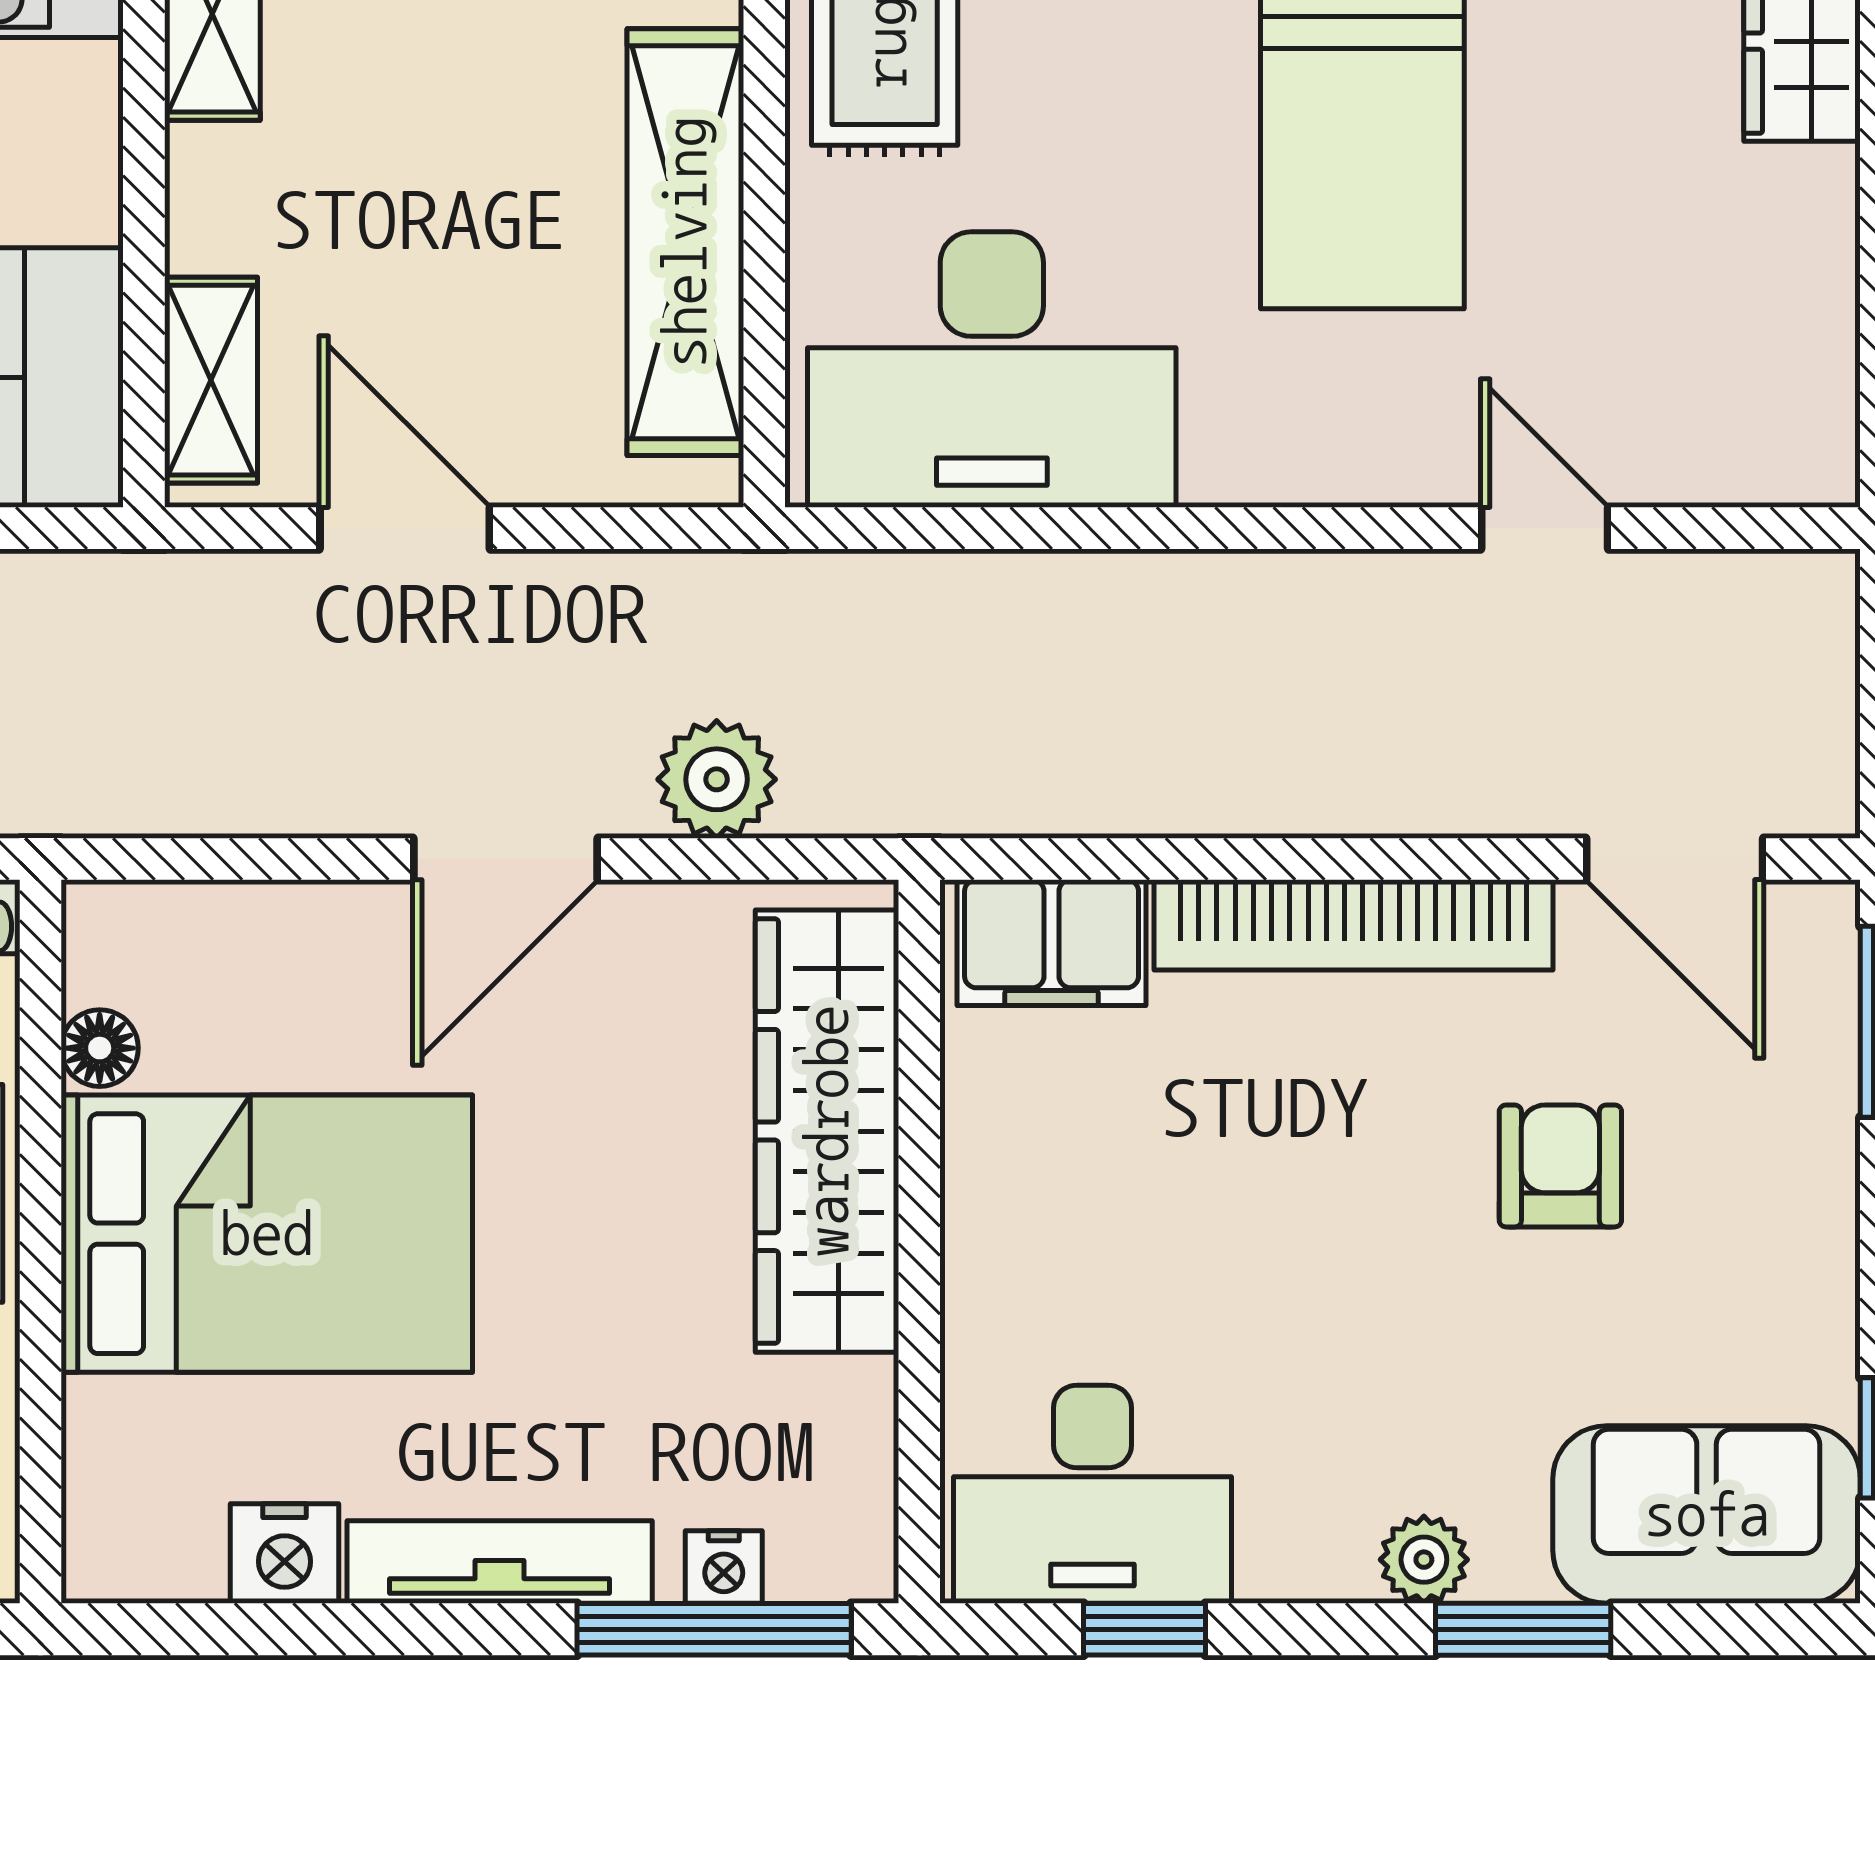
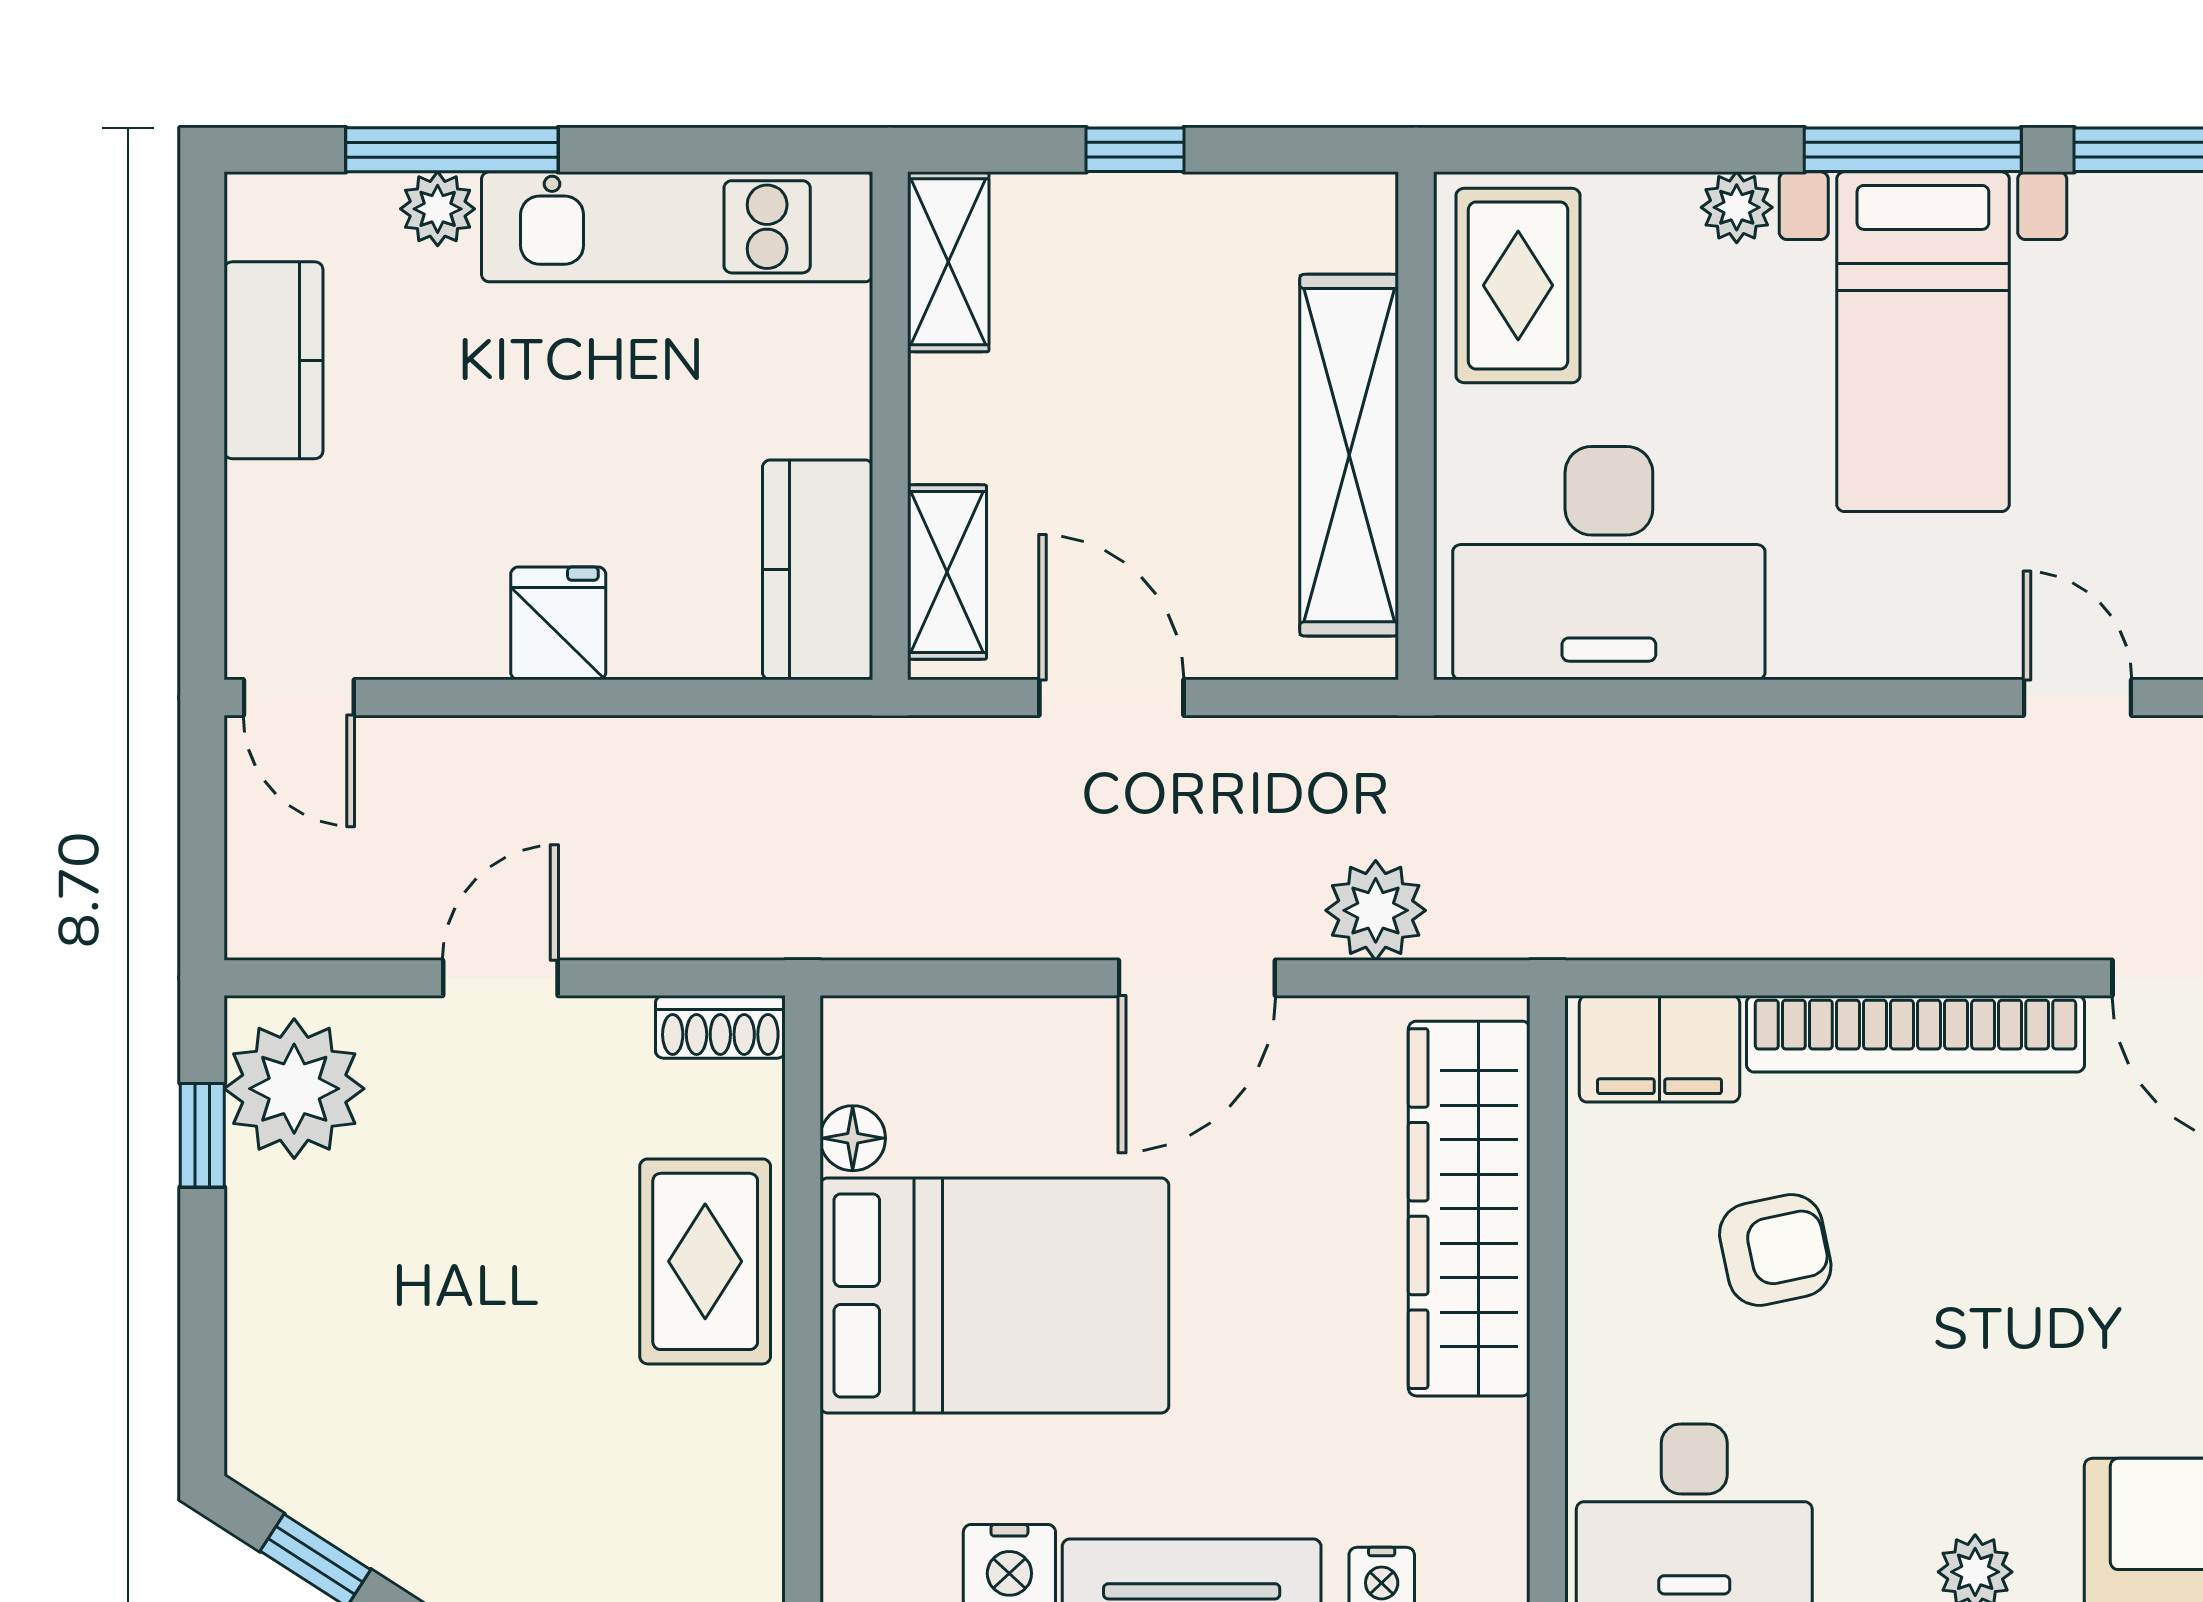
armchair: (1560, 1166) -> (1775, 1250), moved, turned 78

